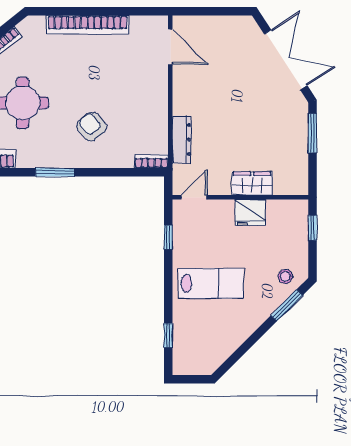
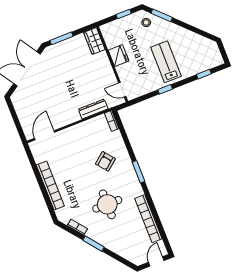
wardrobe: (252, 183) -> (94, 41), moved
window: (313, 228) -> (124, 14), moved
window: (168, 237) -> (165, 89), moved

